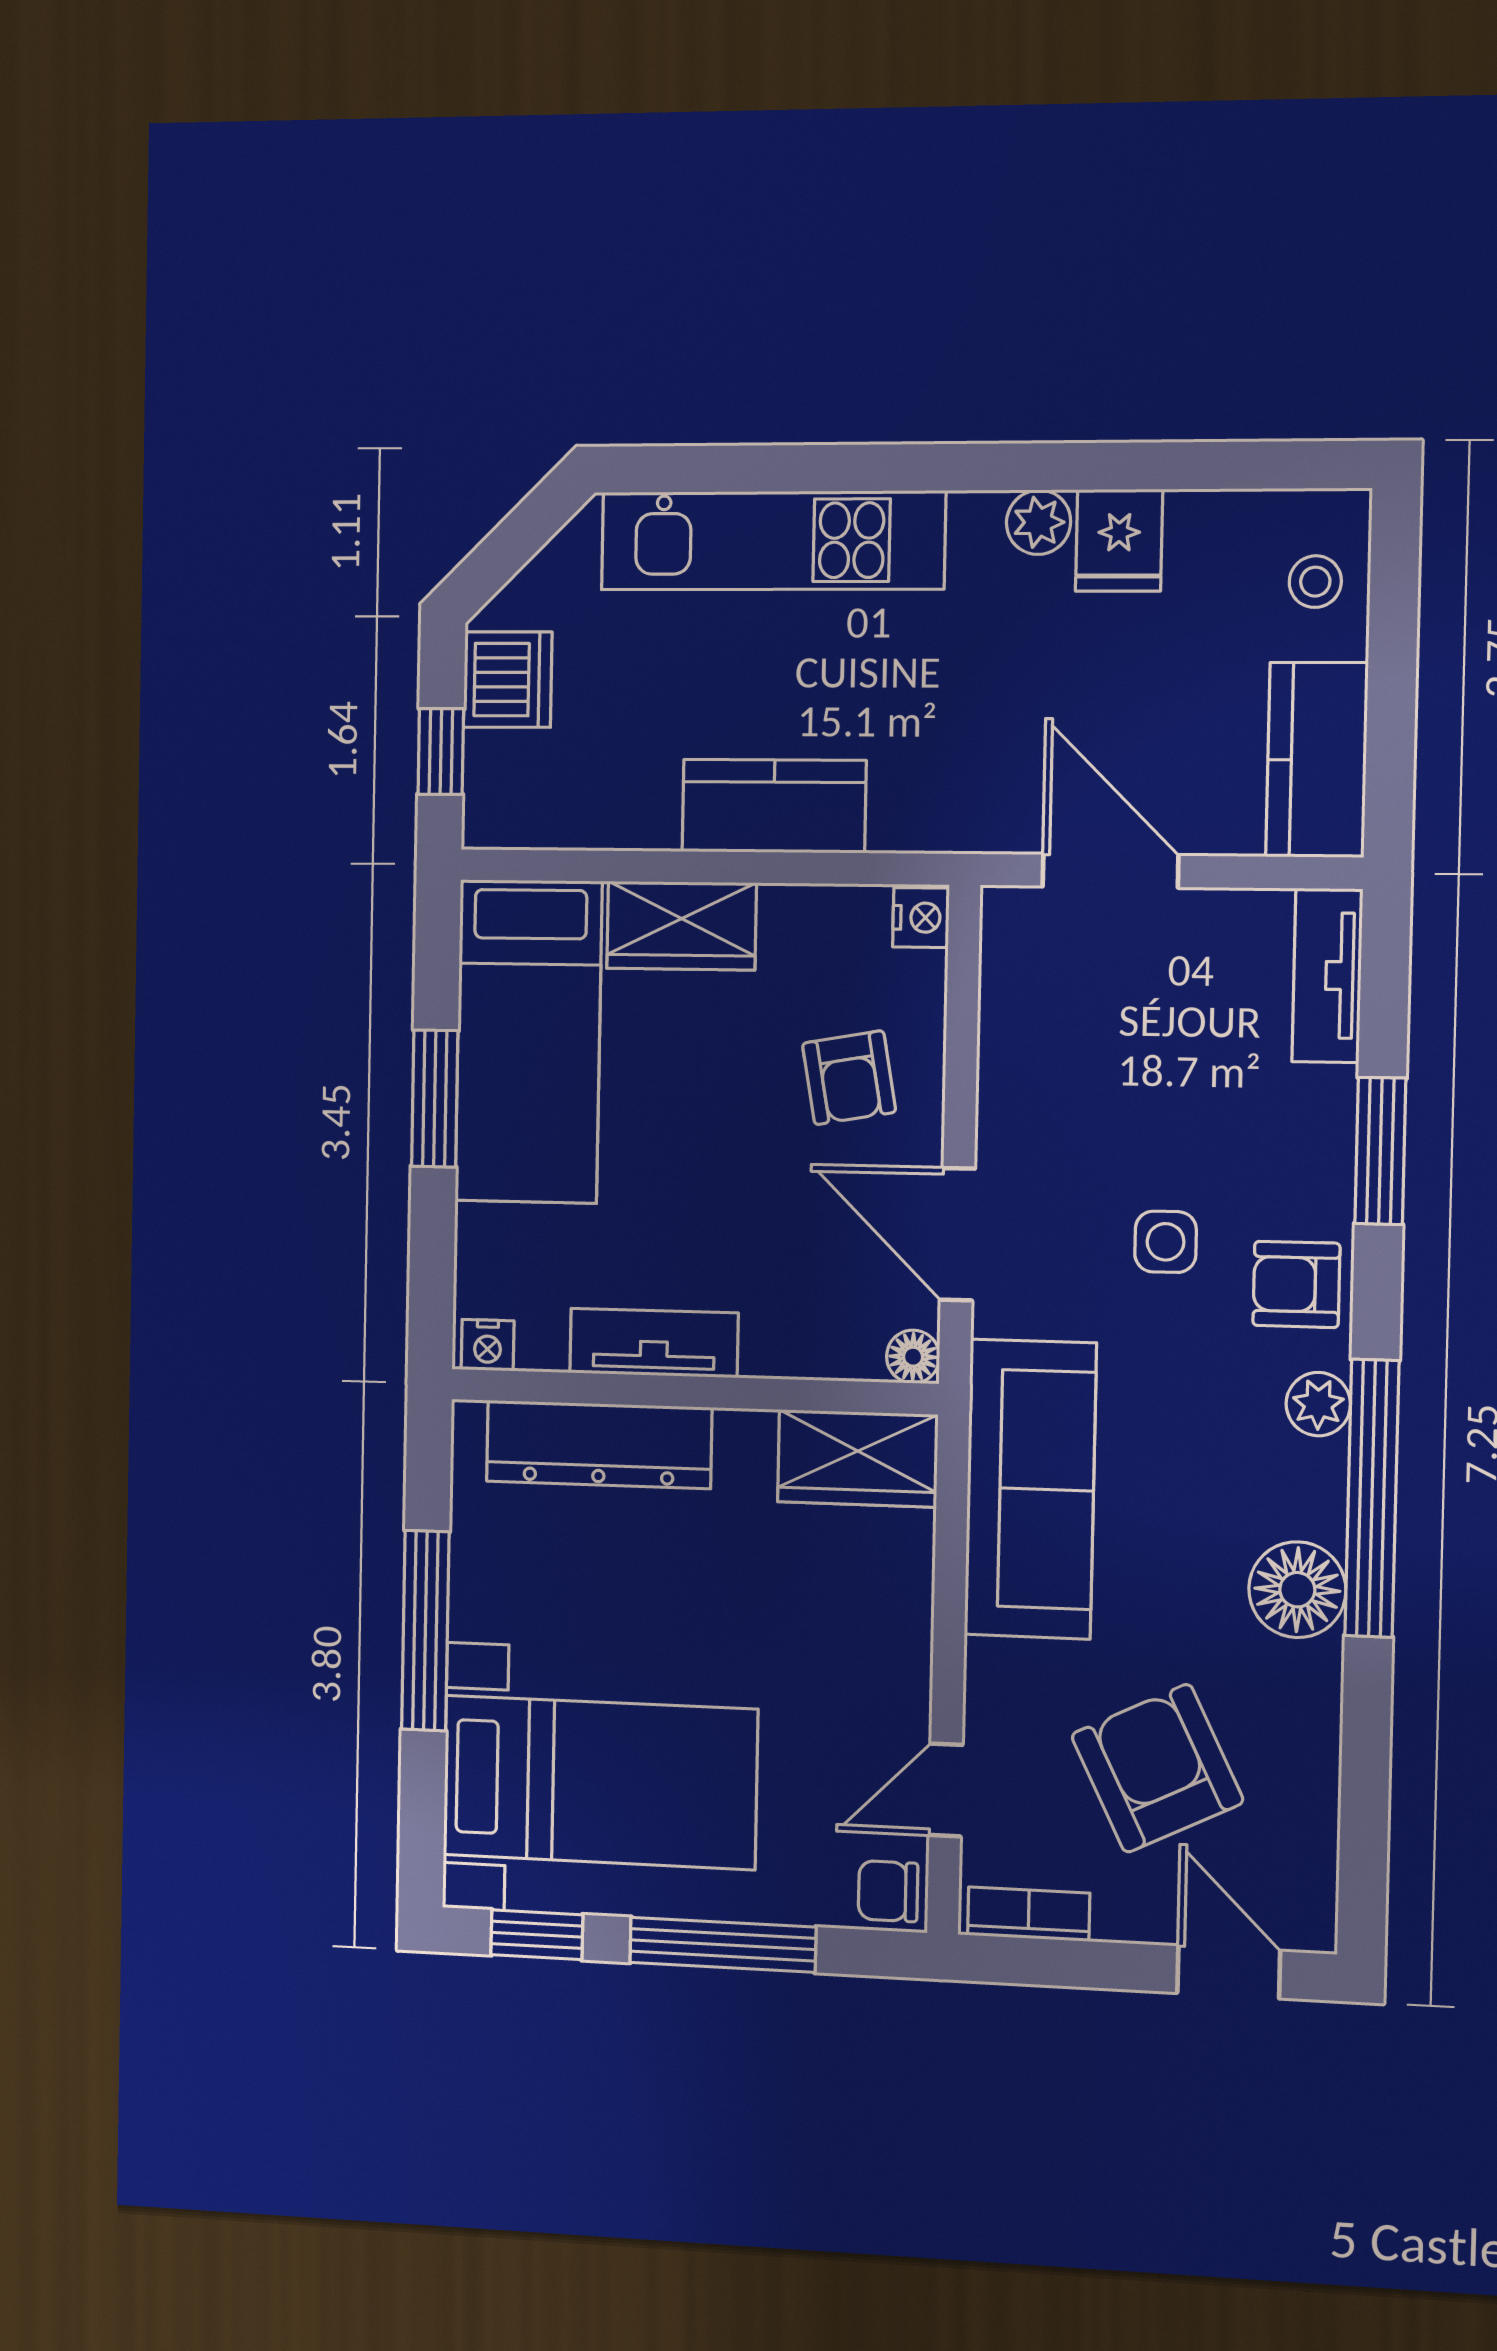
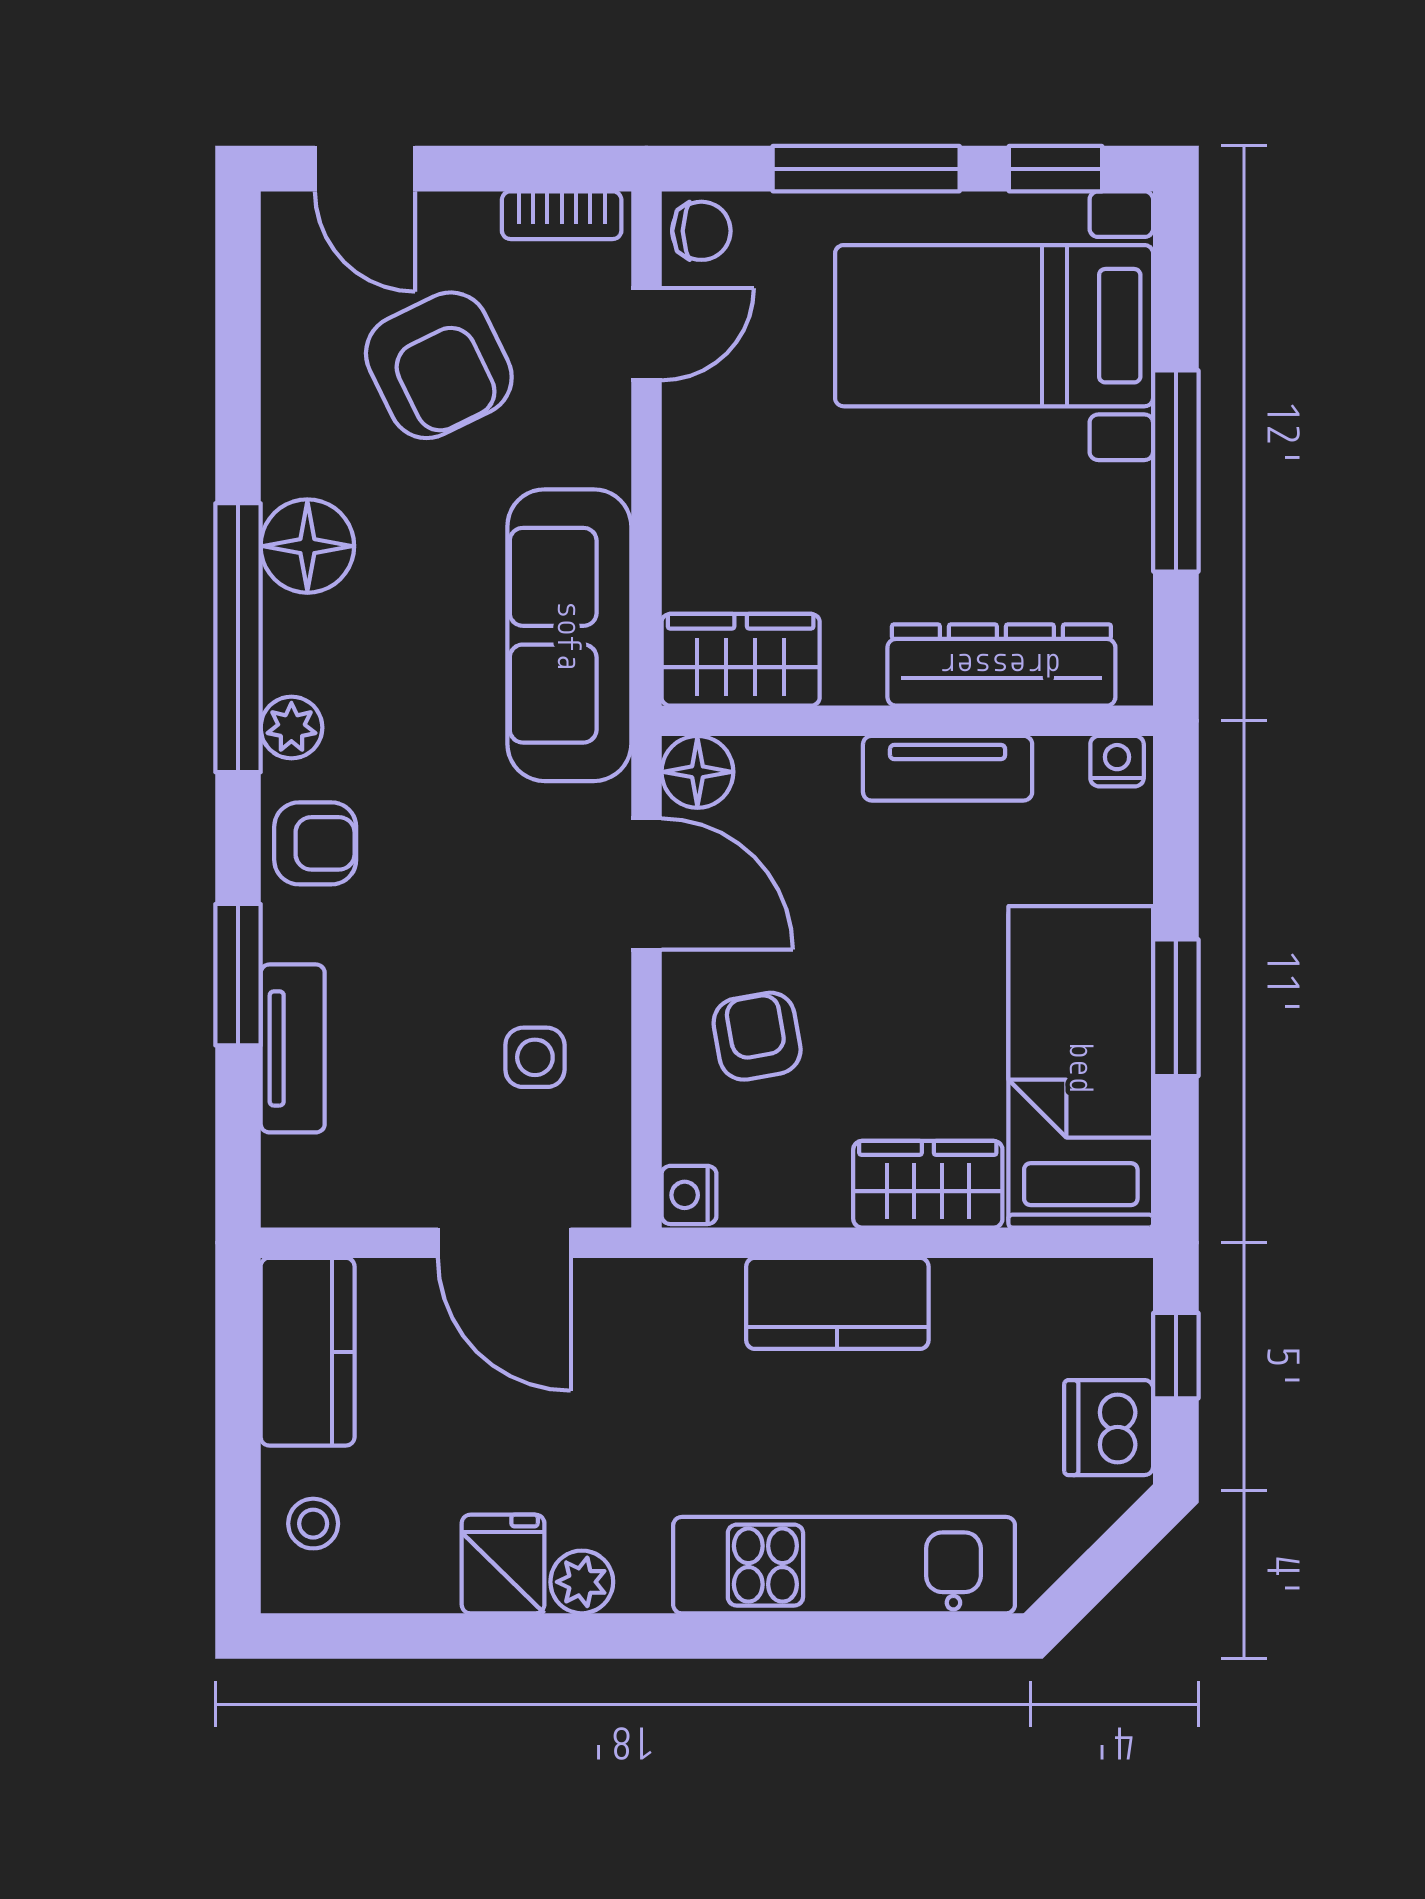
tv unit: (1327, 975) -> (293, 1048), moved
side table: (1166, 1242) -> (535, 1057), moved
floor lamp: (913, 1357) -> (697, 772), width x1.37, depth x1.37

